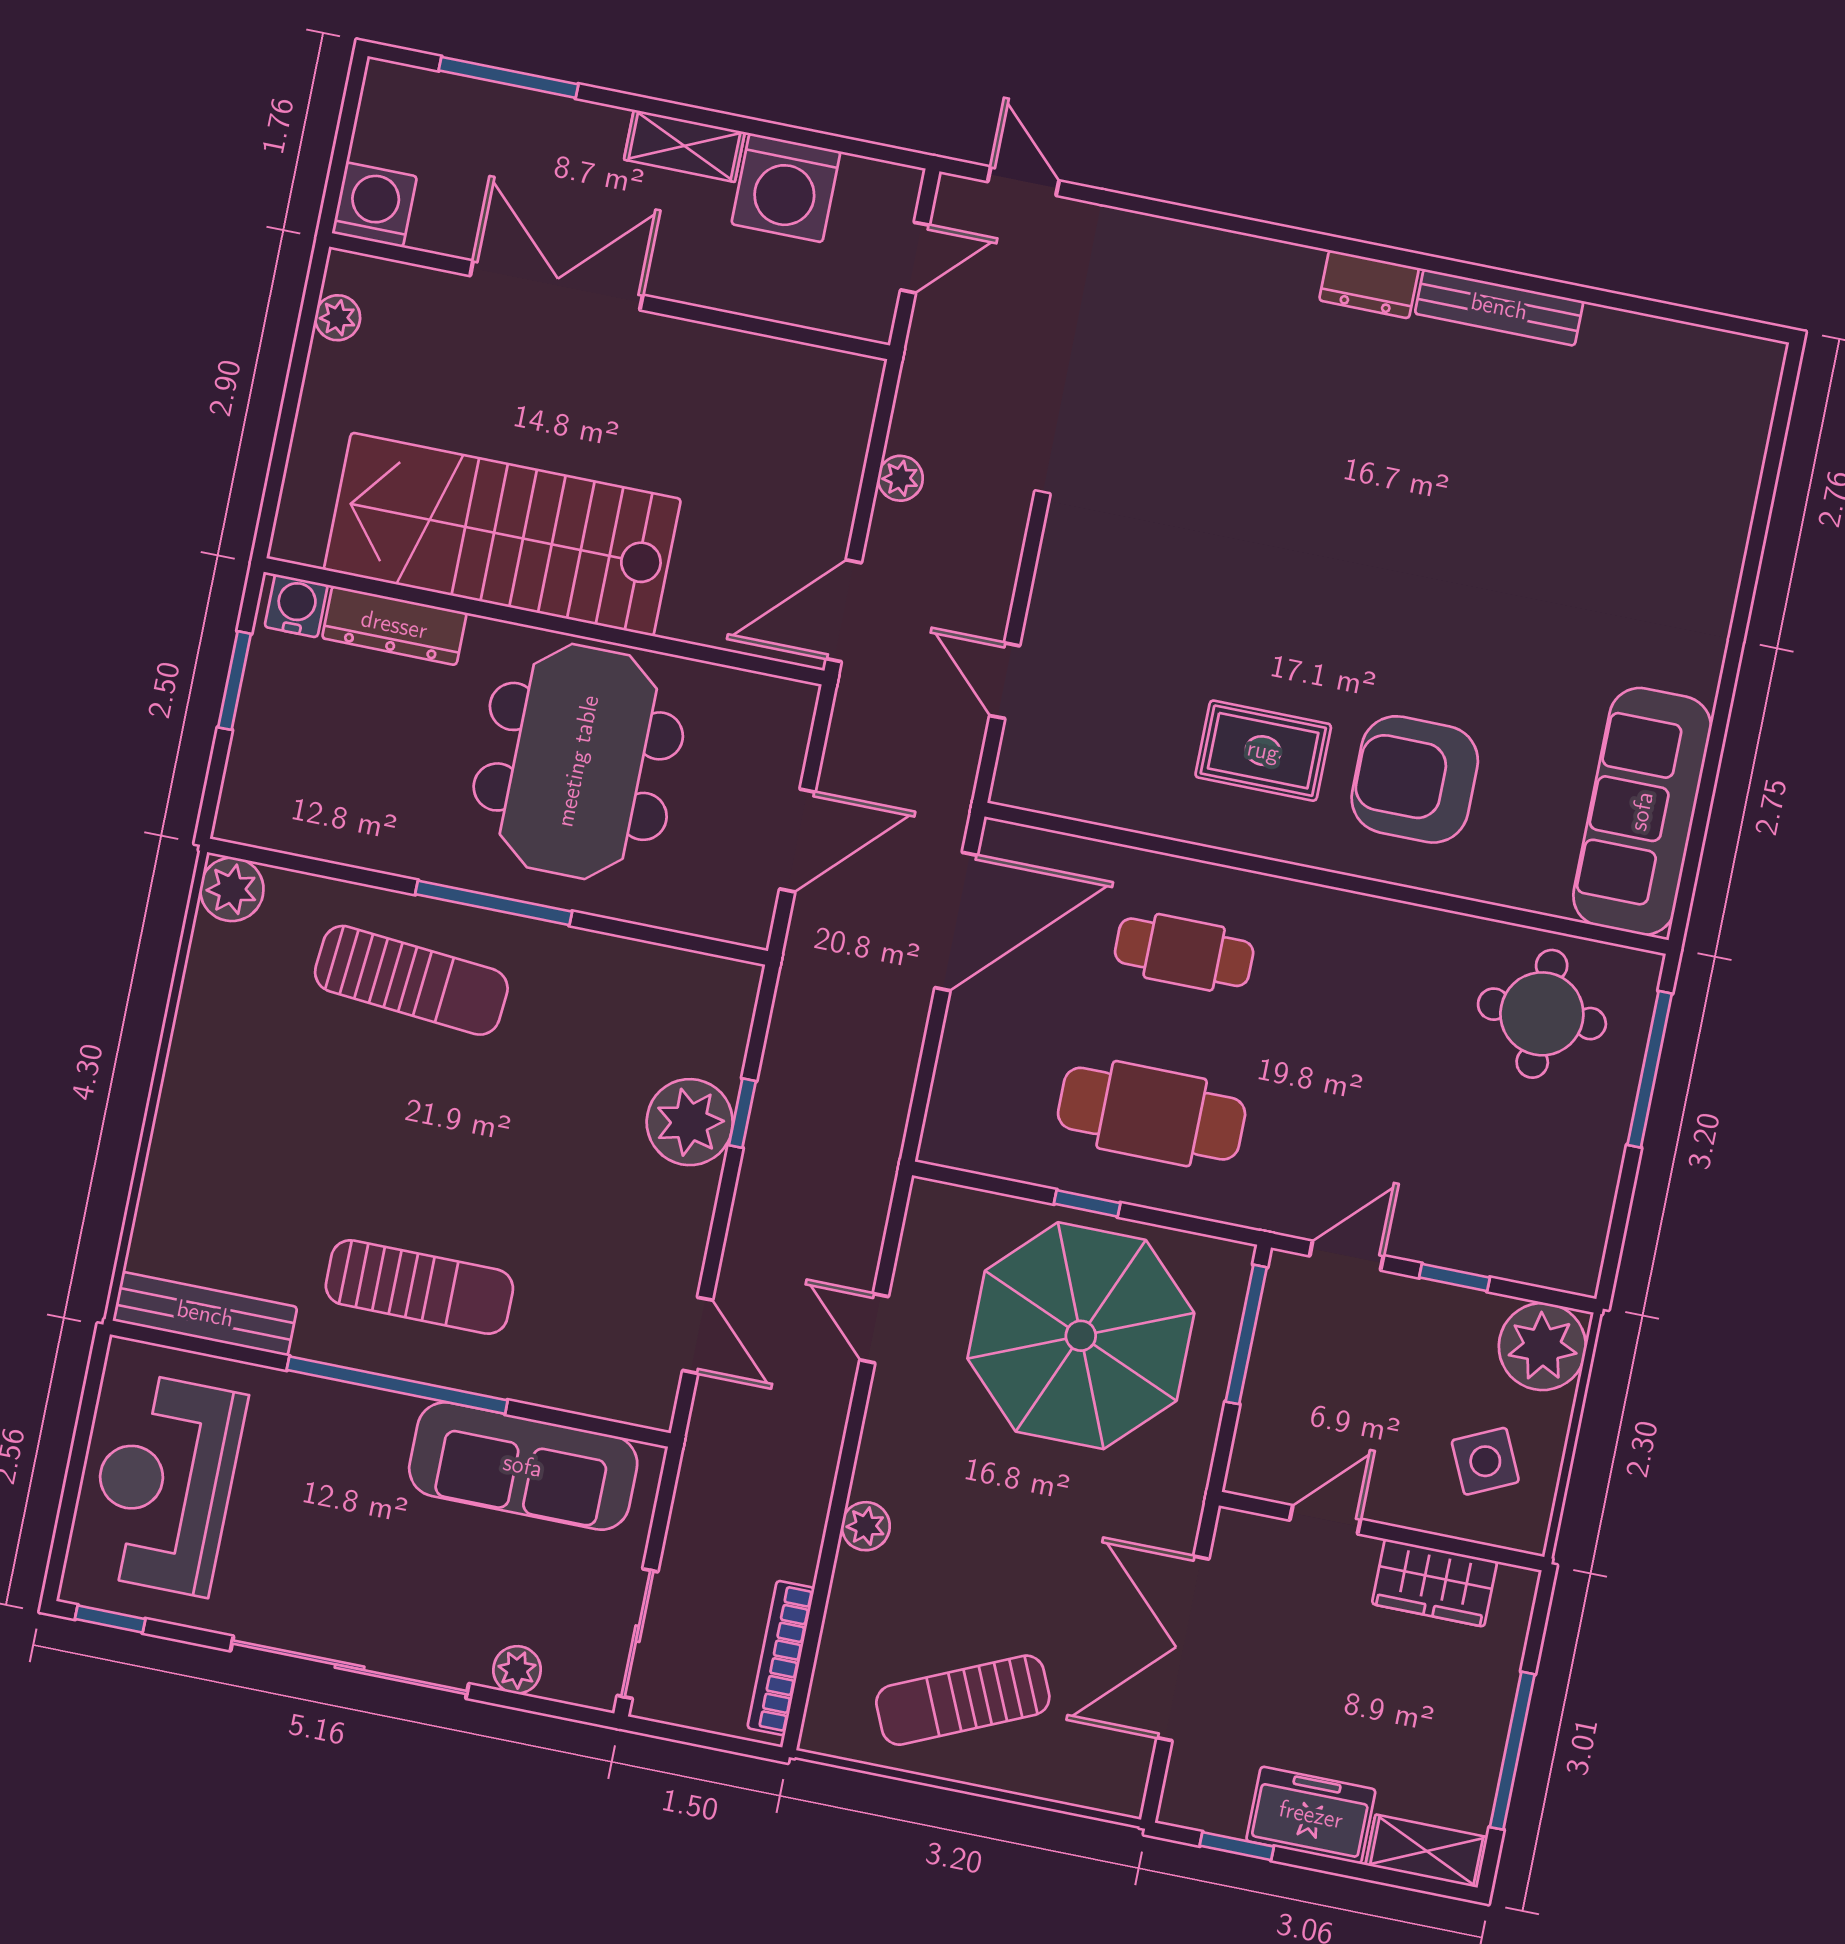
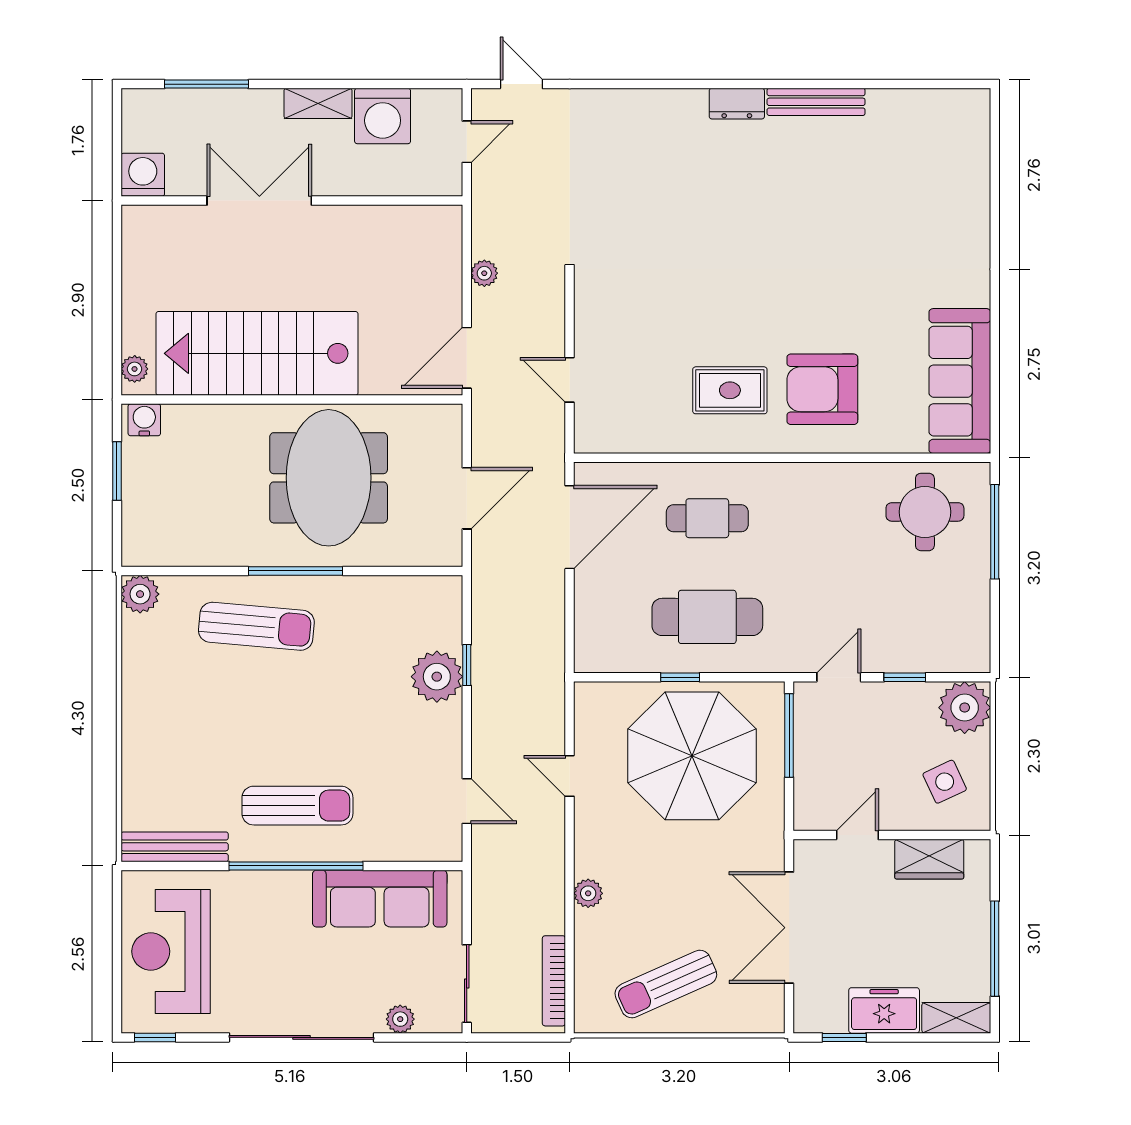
plant: (338, 318) -> (135, 369), moved
dresser: (394, 625) -> (204, 420), removed

